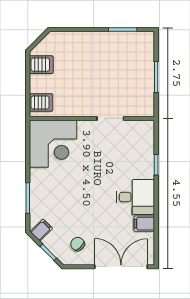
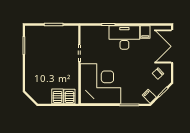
server rack: (41, 65) -> (58, 96), moved
corner desk: (53, 144) -> (101, 84), width x1.36, depth x1.36
desk: (135, 197) -> (124, 37), width x1.37

